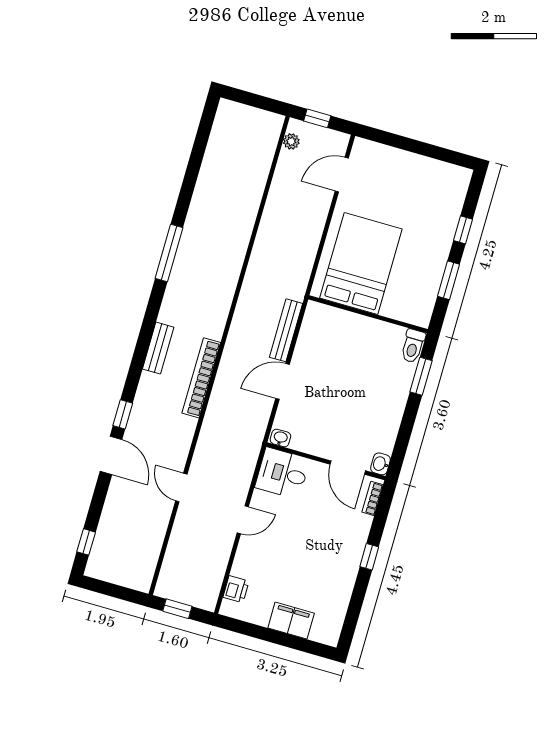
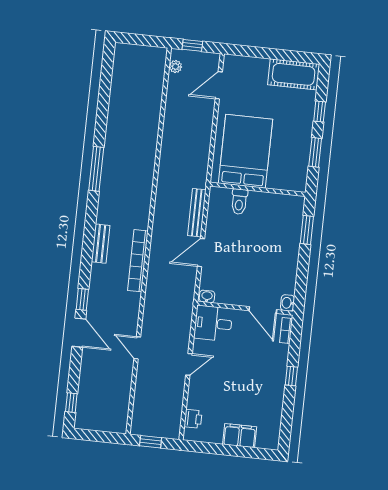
cot: (438, 177) -> (294, 74), added
toilet: (413, 346) -> (239, 202), moved

